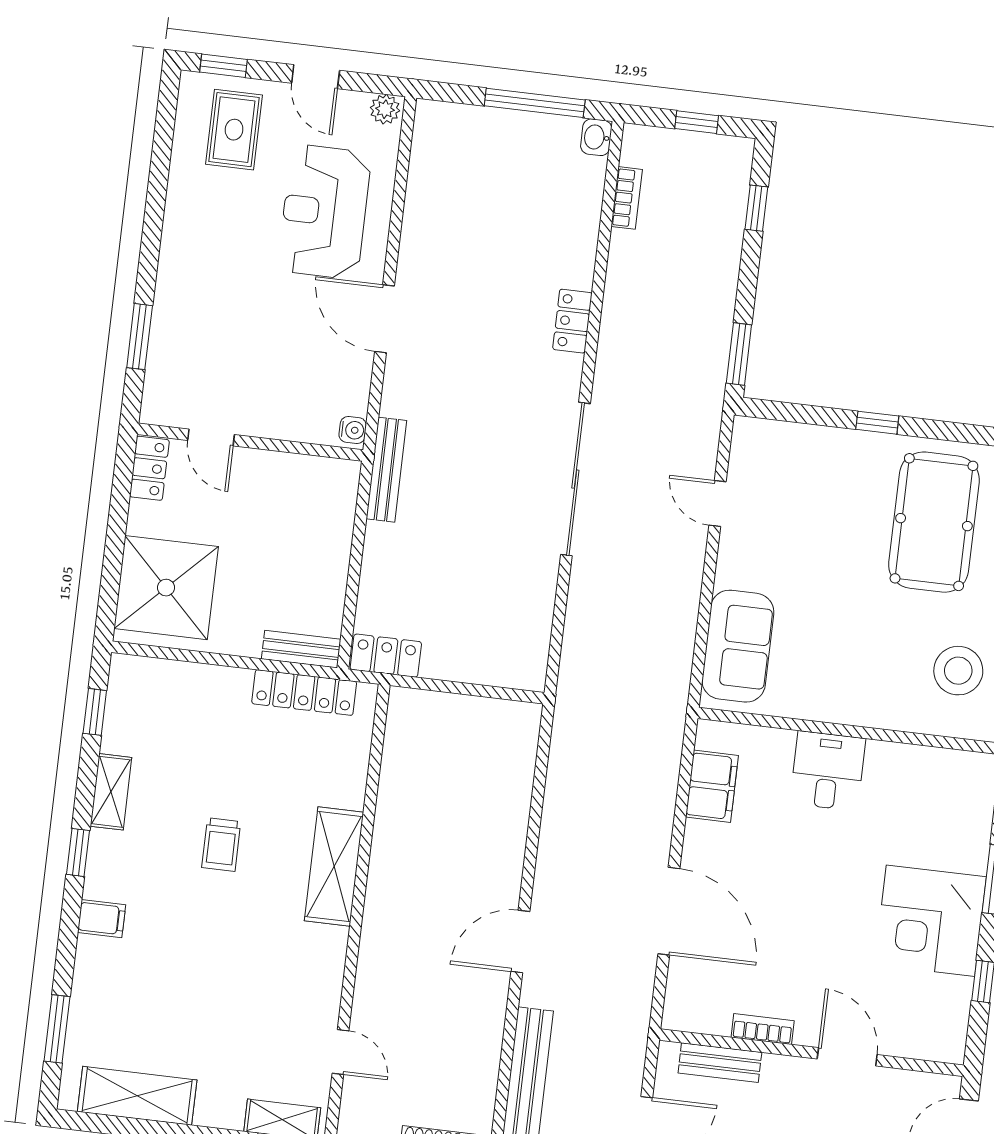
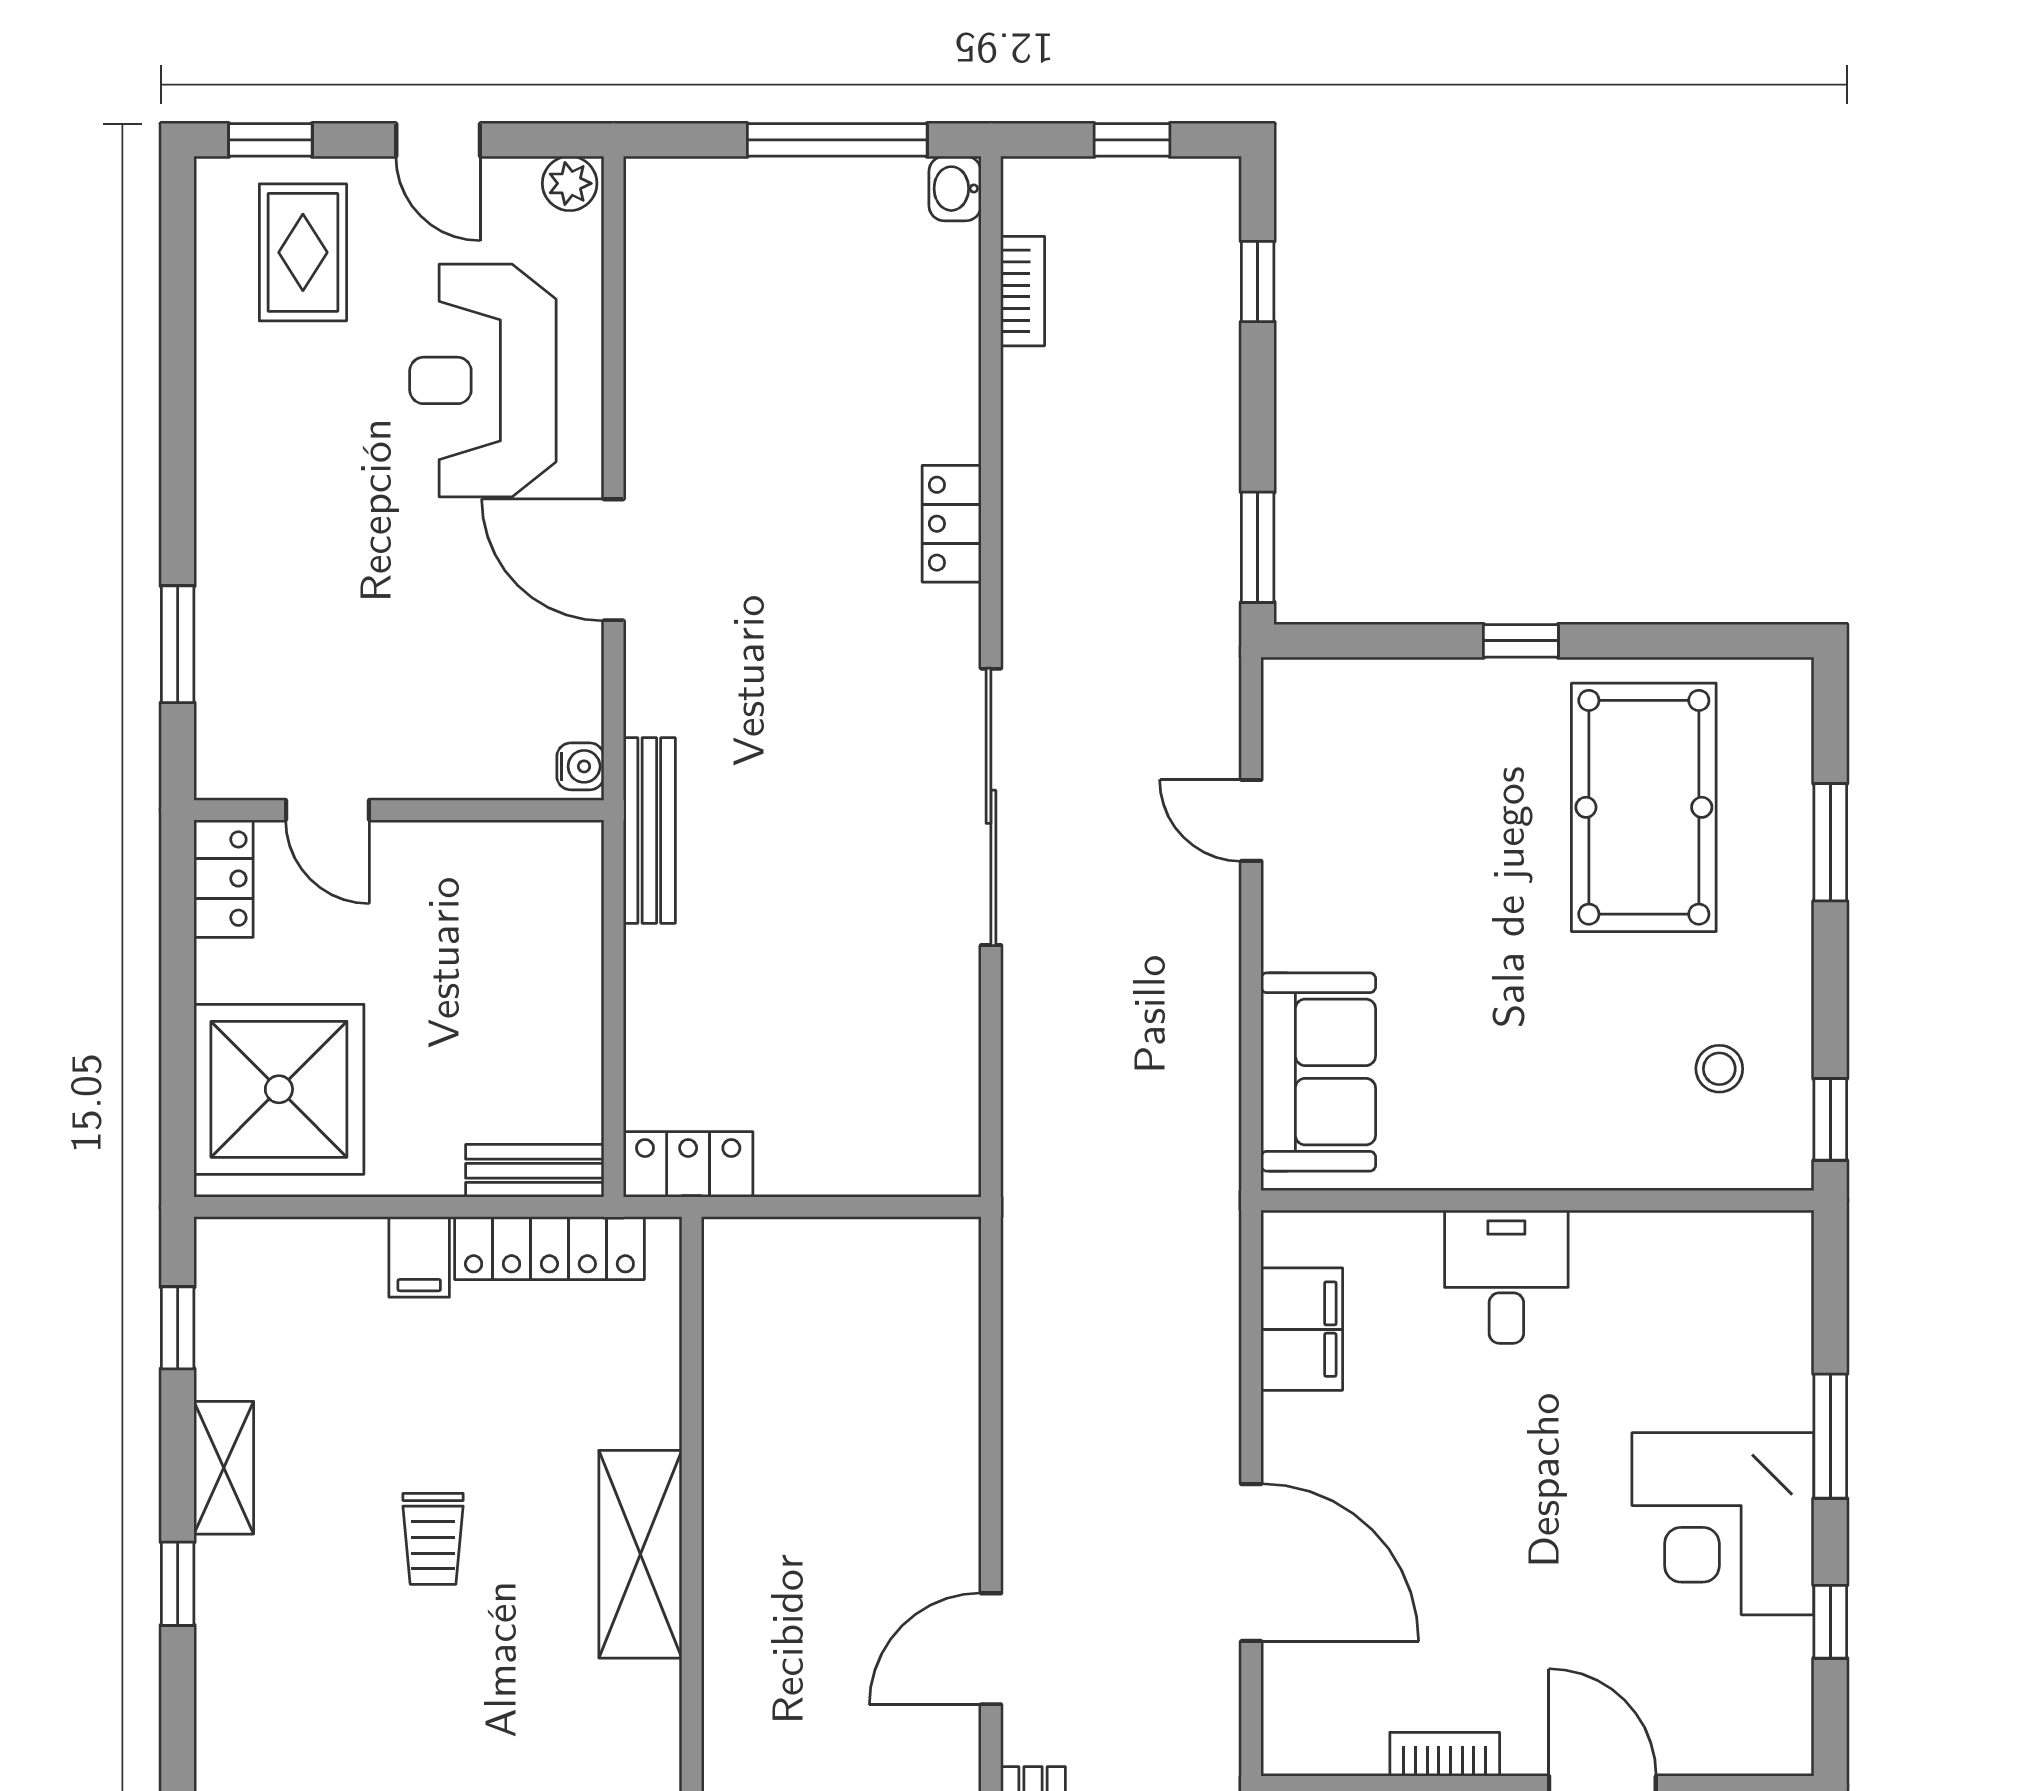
stool: (958, 671) -> (1719, 1069), width x0.53, depth x0.53
filing cabinet: (102, 919) -> (419, 1257), moved, turned 90

